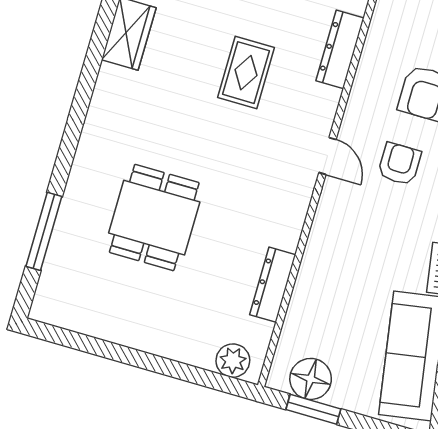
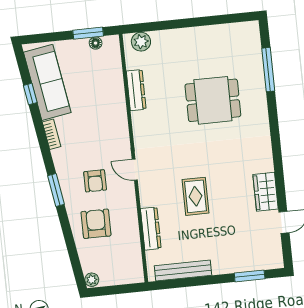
dining table: (154, 218) -> (213, 100), turned 90
floor lamp: (311, 379) -> (96, 43), width x0.53, depth x0.53

